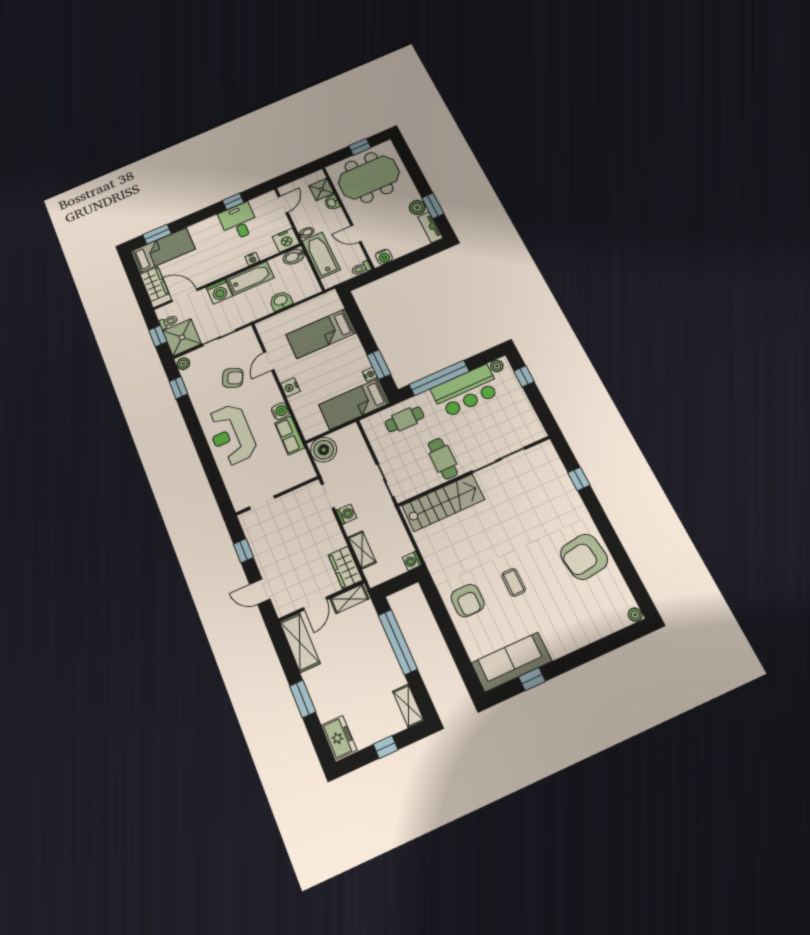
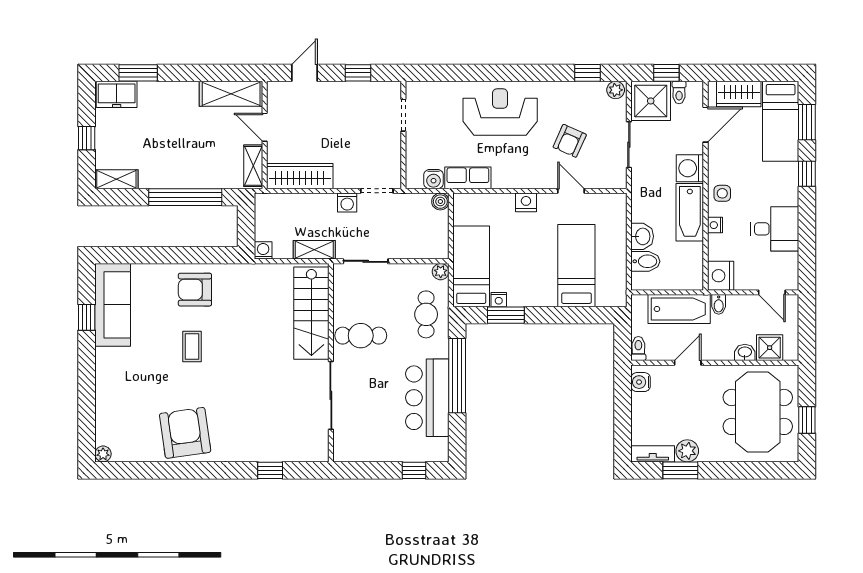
window: (233, 201) -> (807, 174), moved
bidet: (294, 257) -> (645, 261), moved, turned 90
side table: (228, 264) -> (722, 193), added
plant: (497, 366) -> (441, 272), moved
water cooler: (280, 411) -> (434, 179), moved
boiler: (324, 450) -> (440, 202), width x0.54, depth x0.54
shelving: (362, 550) -> (314, 250), moved
wardrobe: (345, 568) -> (300, 176), width x1.50
coffee table: (514, 582) -> (192, 347), turned 90
window: (303, 699) -> (138, 73), moved

